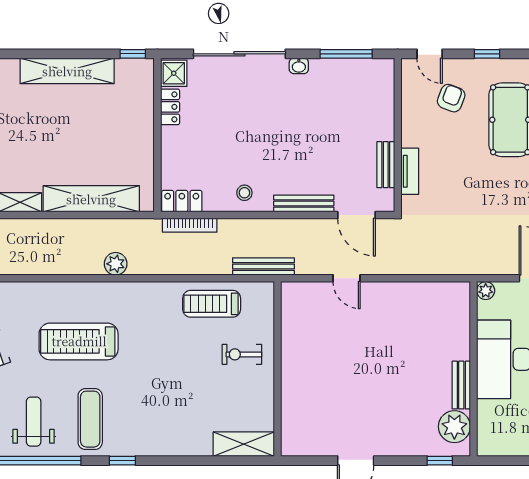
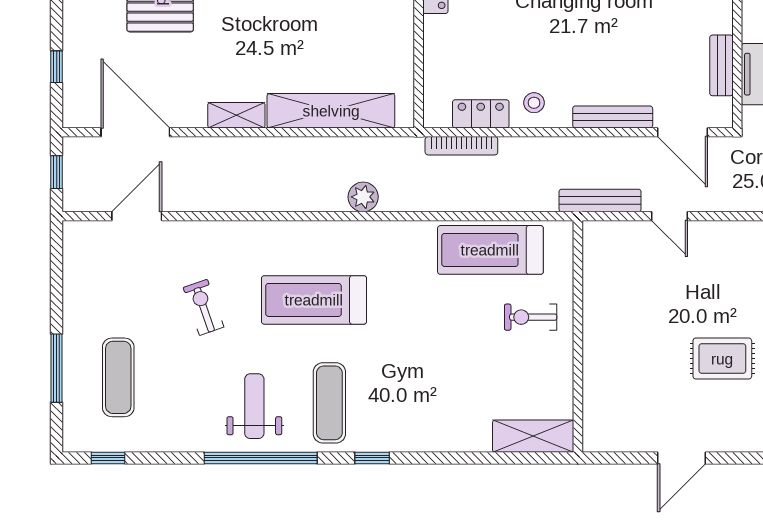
locker: (182, 201) -> (481, 114), moved
bench: (263, 266) -> (600, 201), moved
treadmill: (212, 304) -> (490, 250), width x1.37, depth x1.38
rug: (386, 386) -> (722, 359), added

